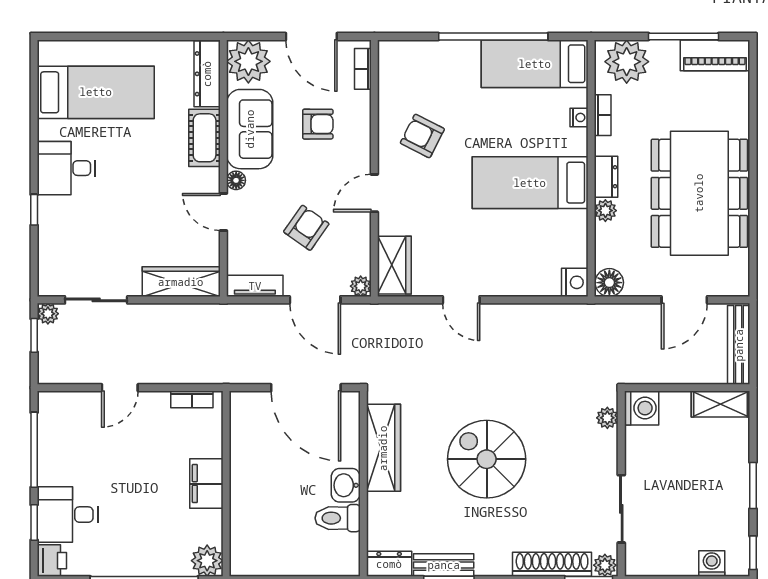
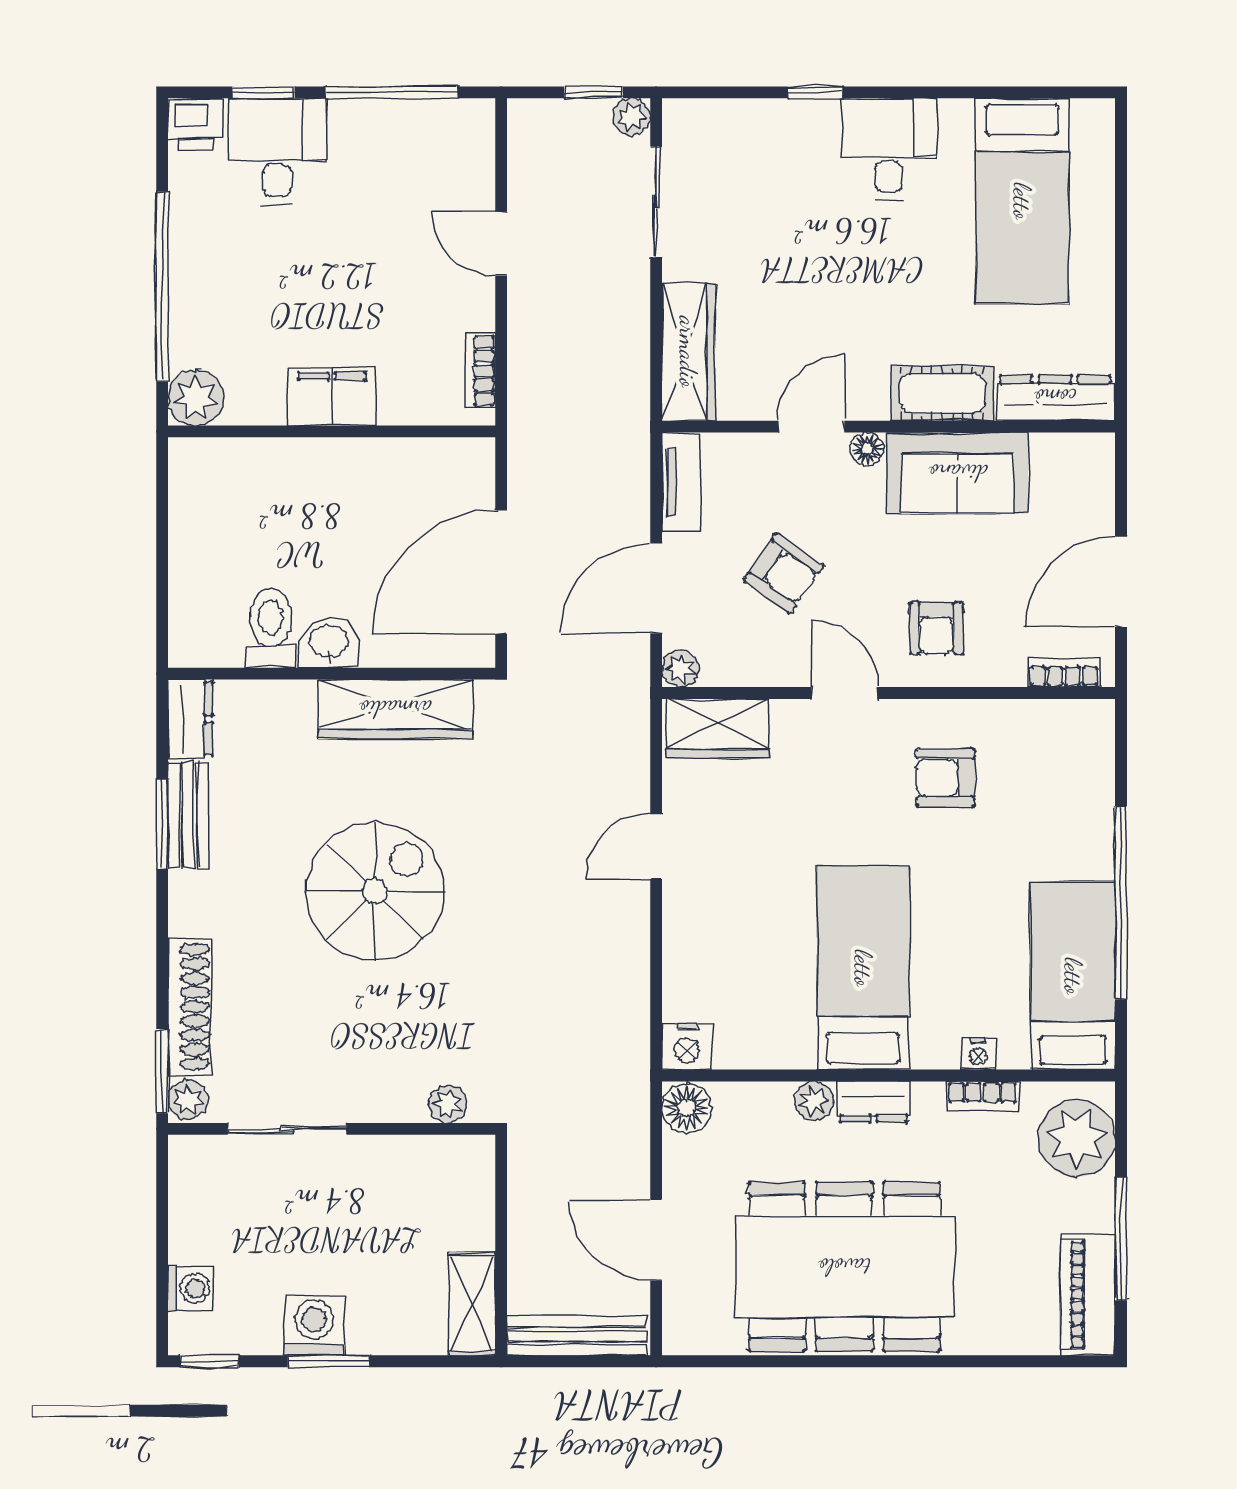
plant: (248, 61) -> (1077, 471), removed
armchair: (318, 124) -> (936, 628), moved
armchair: (422, 136) -> (945, 778), turned -117
washing machine: (642, 408) -> (314, 1325), moved, turned 180

